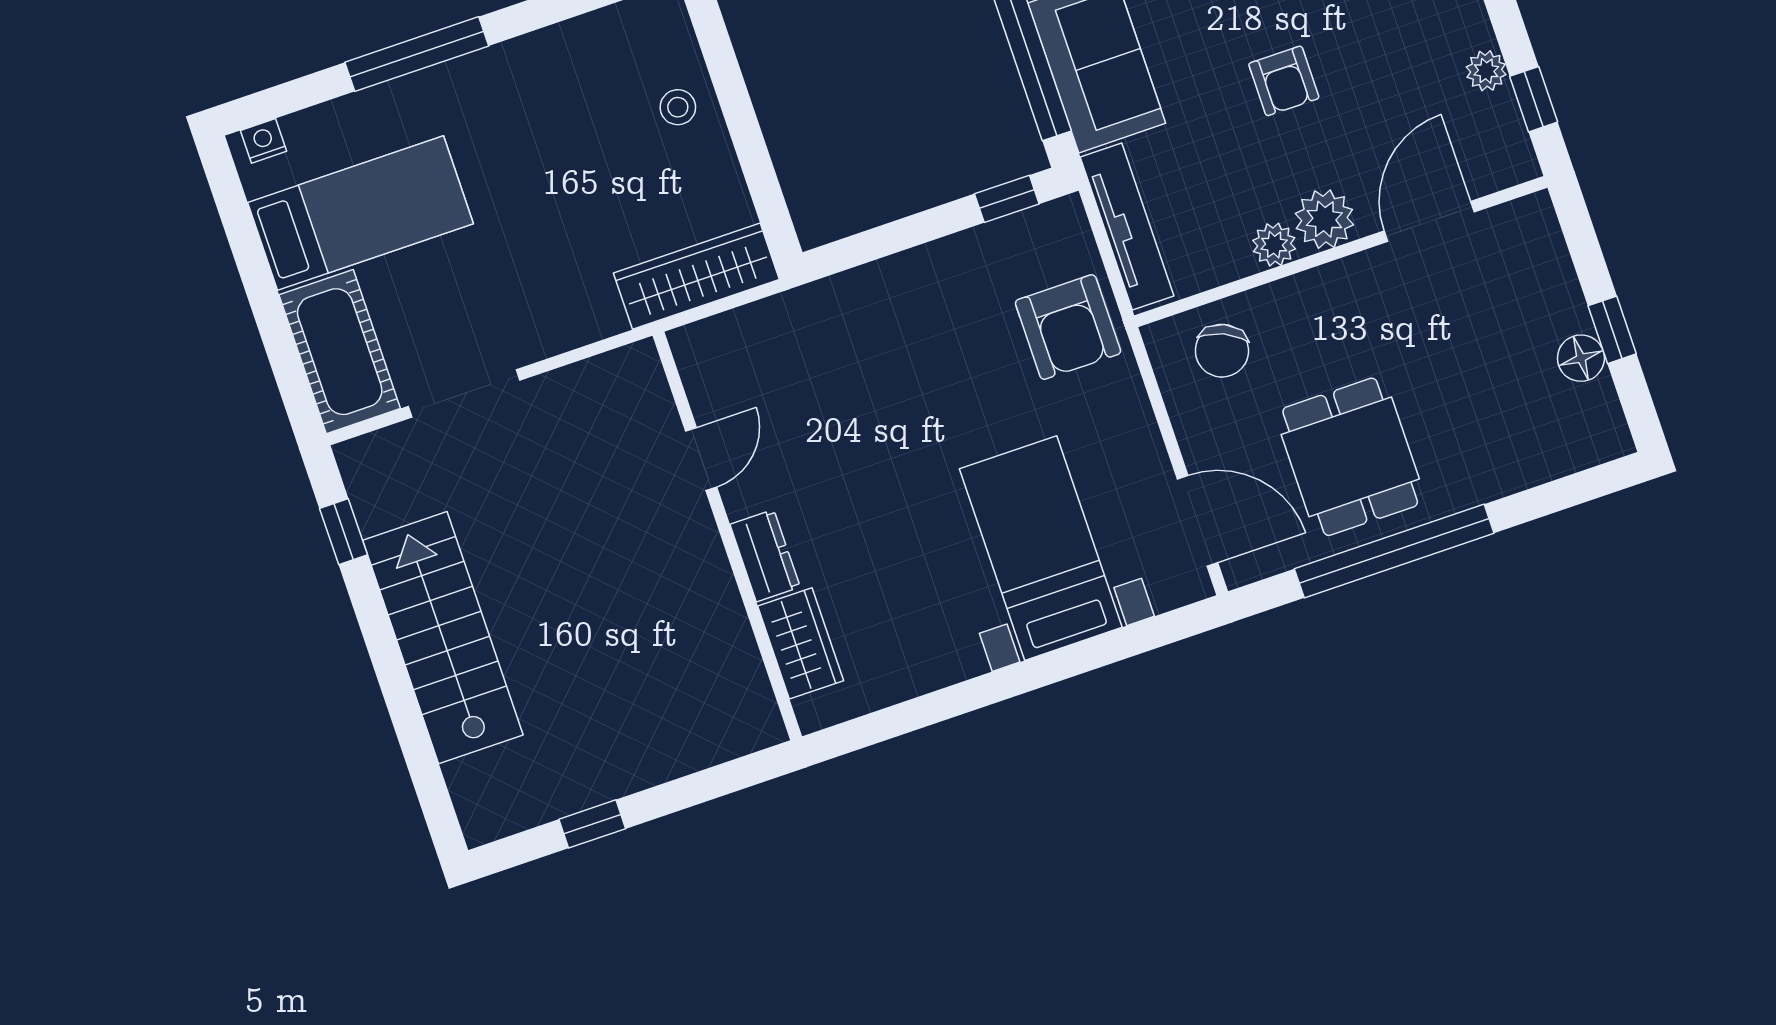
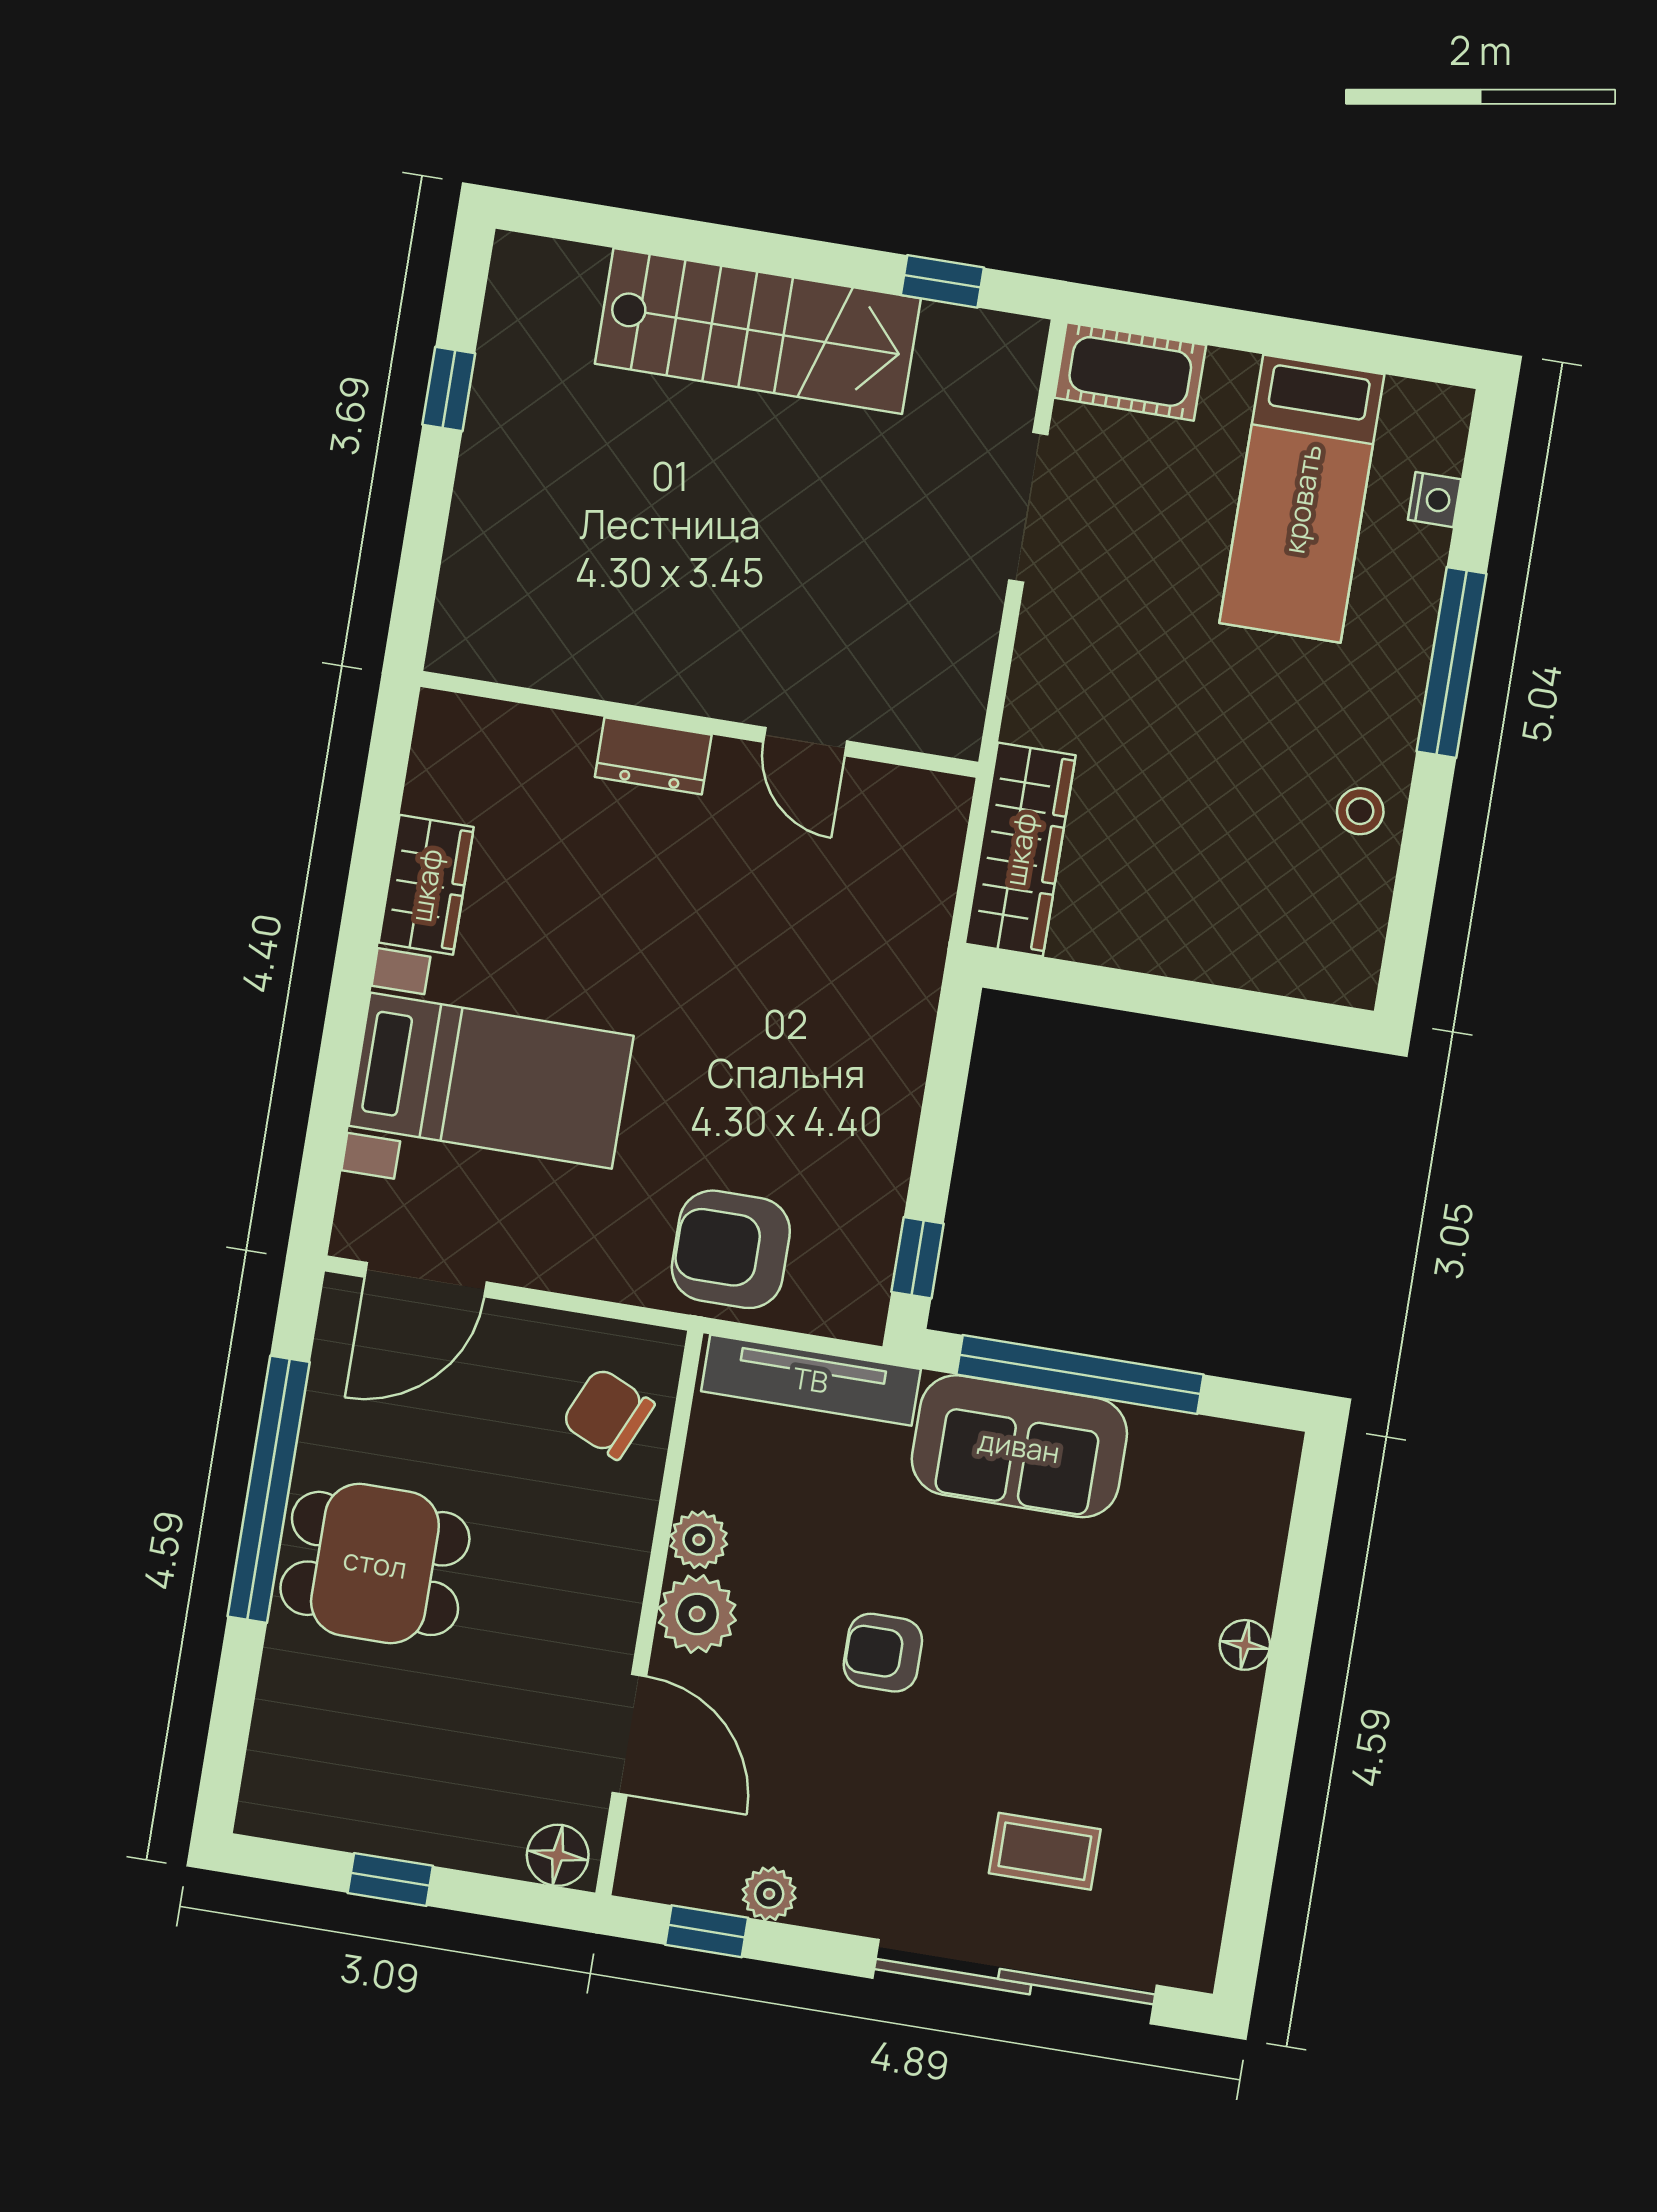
stool: (678, 107) -> (1360, 811), moved
nightstand: (264, 141) -> (1434, 500), moved
cot: (340, 352) -> (1130, 371), width x0.73, depth x0.75
floor lamp: (1581, 358) -> (558, 1855), moved
dining table: (1350, 457) -> (375, 1563), moved
wardrobe: (801, 643) -> (426, 885), moved, turned -90

